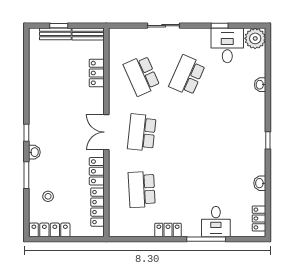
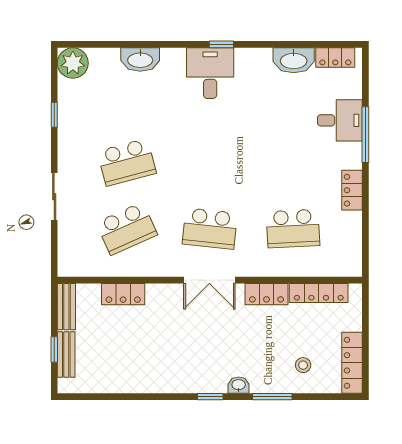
desk: (227, 45) -> (210, 73), moved, turned 90
school desk: (187, 75) -> (127, 162), turned -39
washbasin: (260, 85) -> (140, 60), width x1.91, depth x1.45
washbasin: (260, 183) -> (294, 60), width x1.91, depth x1.45

